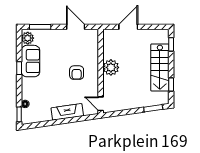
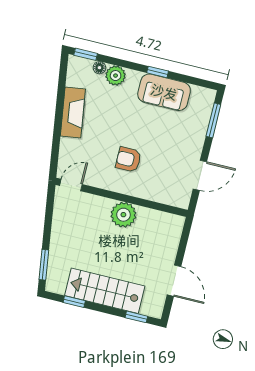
door: (128, 27) -> (174, 281), moved
plant: (28, 38) -> (116, 76), moved
fireplace: (67, 112) -> (73, 113), moved

